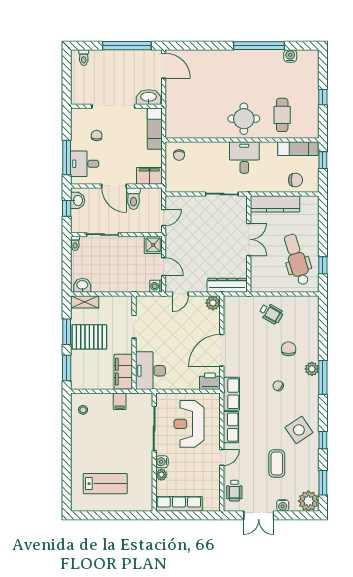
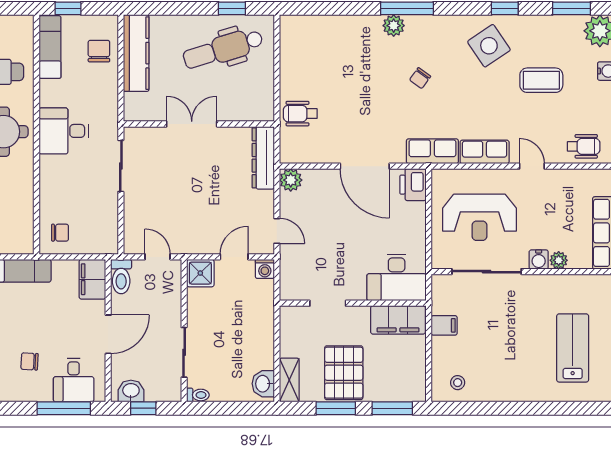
toilet: (134, 199) -> (121, 277), moved, turned 90
kitchen counter: (275, 204) -> (136, 53), moved
wheelchair: (271, 313) -> (300, 114), moved, turned -120
chair: (289, 349) -> (362, 62), removed

